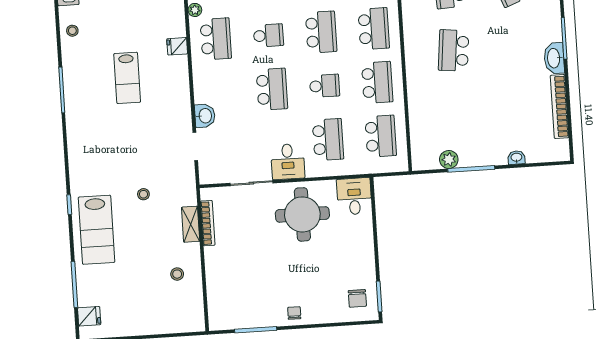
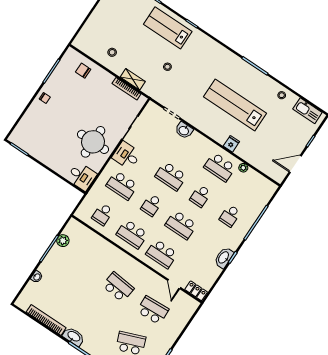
lab bench: (127, 78) -> (235, 105), width x1.86, depth x1.39
school desk: (381, 136) -> (103, 214), width x0.54
chair: (357, 298) -> (83, 71), moved

